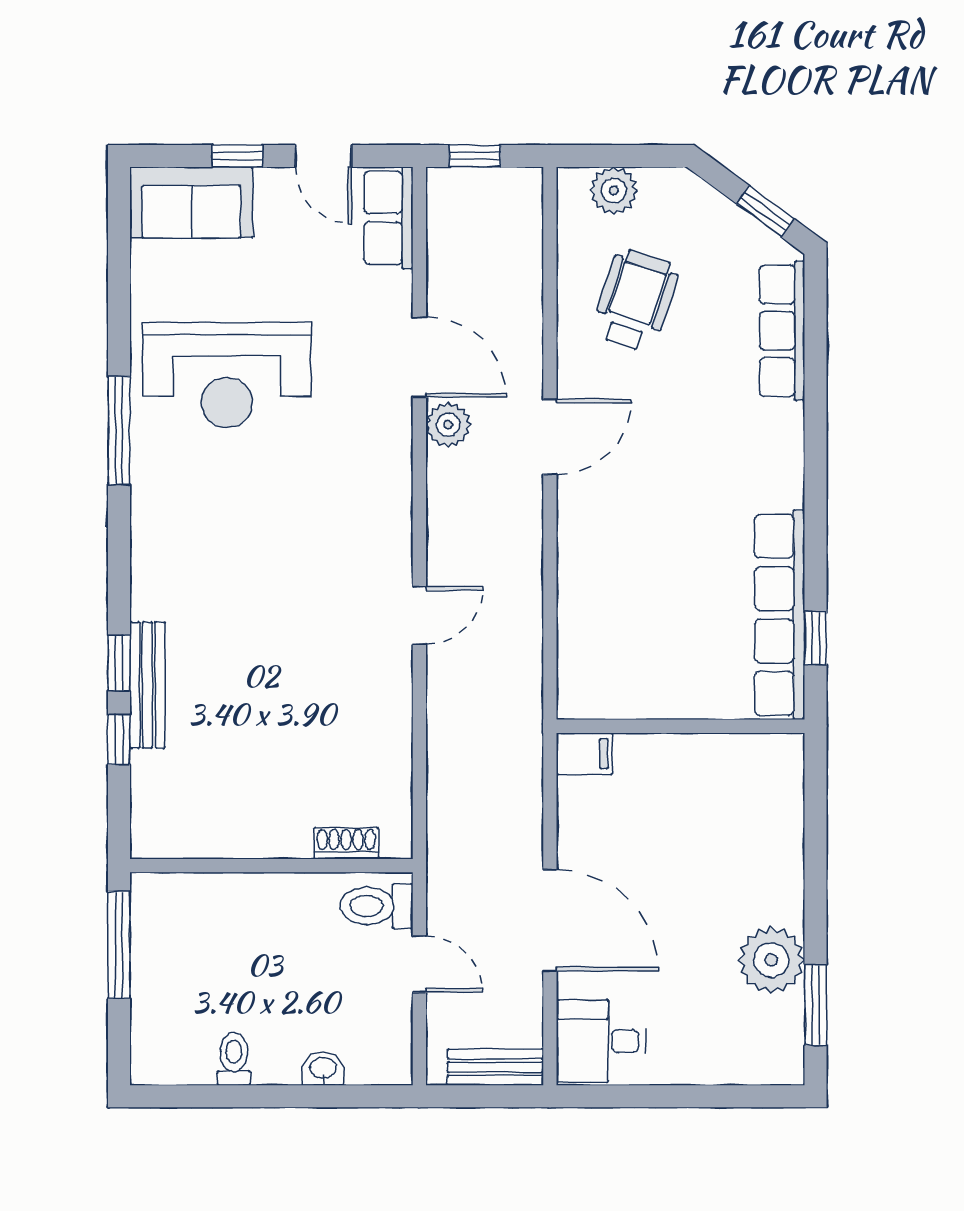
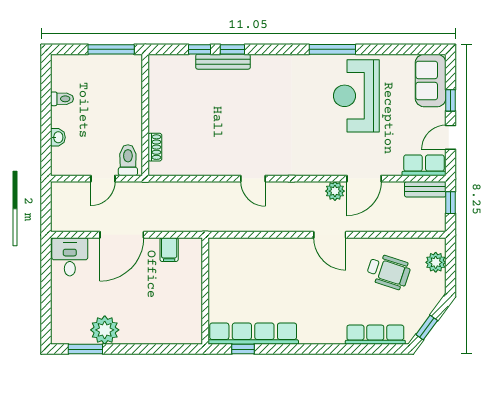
filing cabinet: (584, 754) -> (169, 250), moved
bench: (495, 1067) -> (425, 189), moved, turned 90

